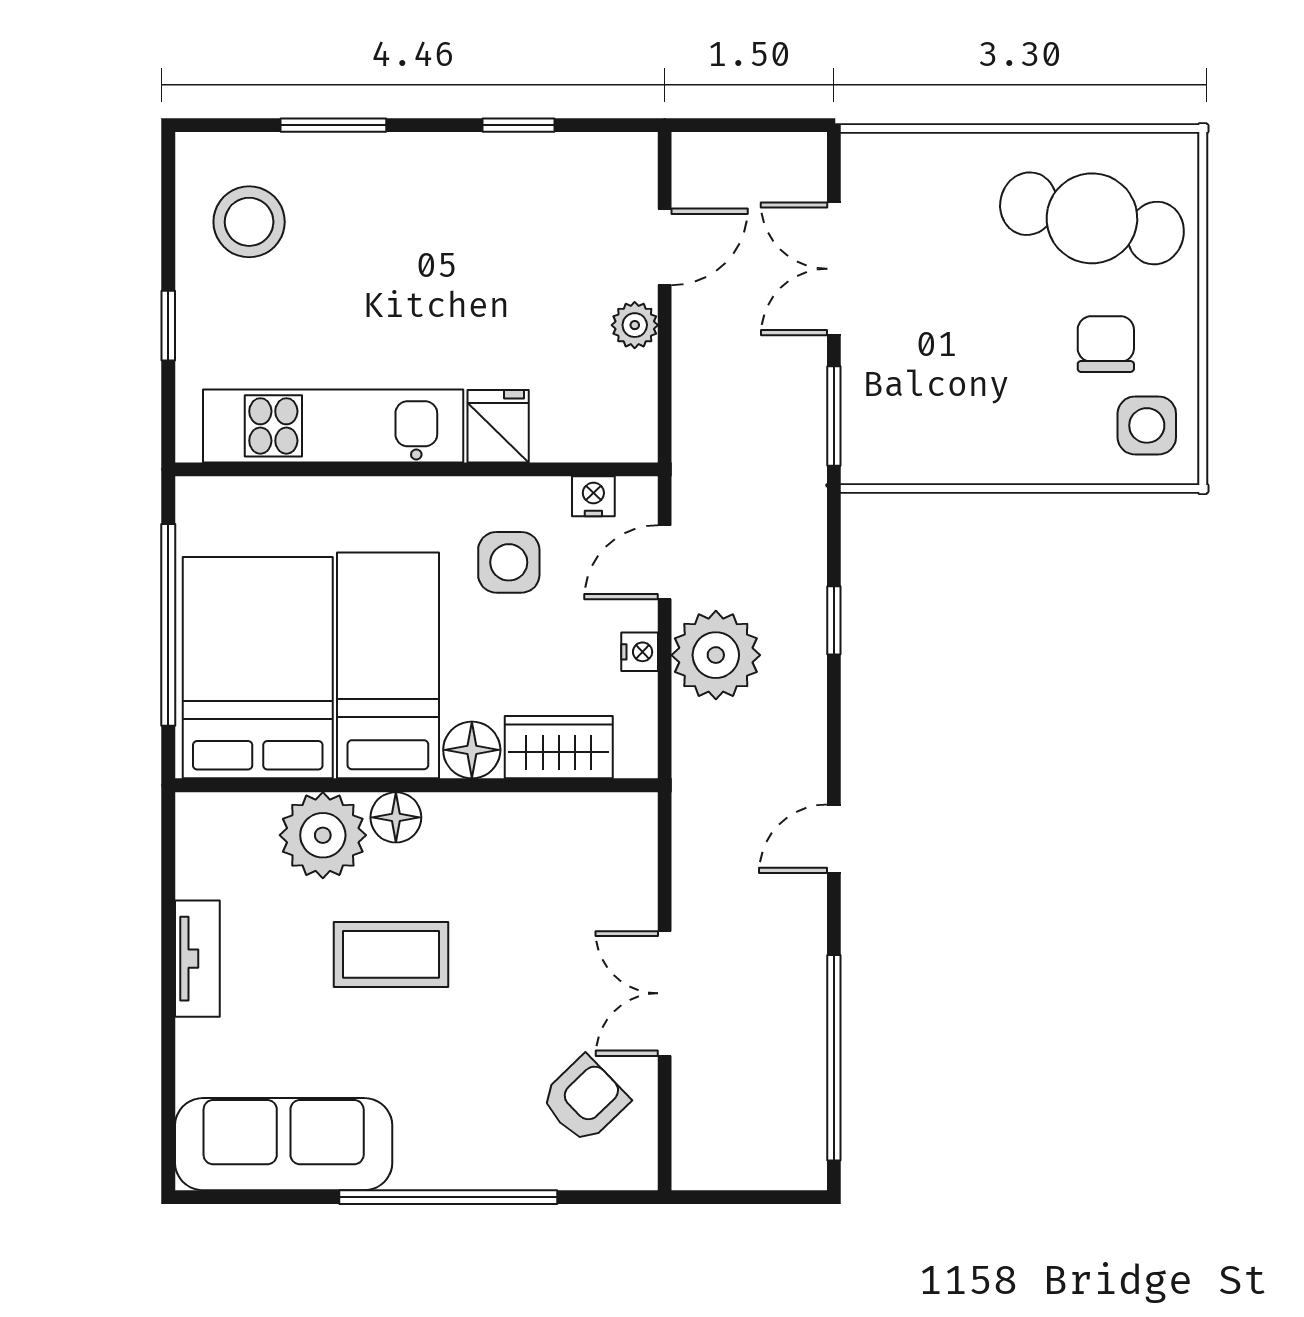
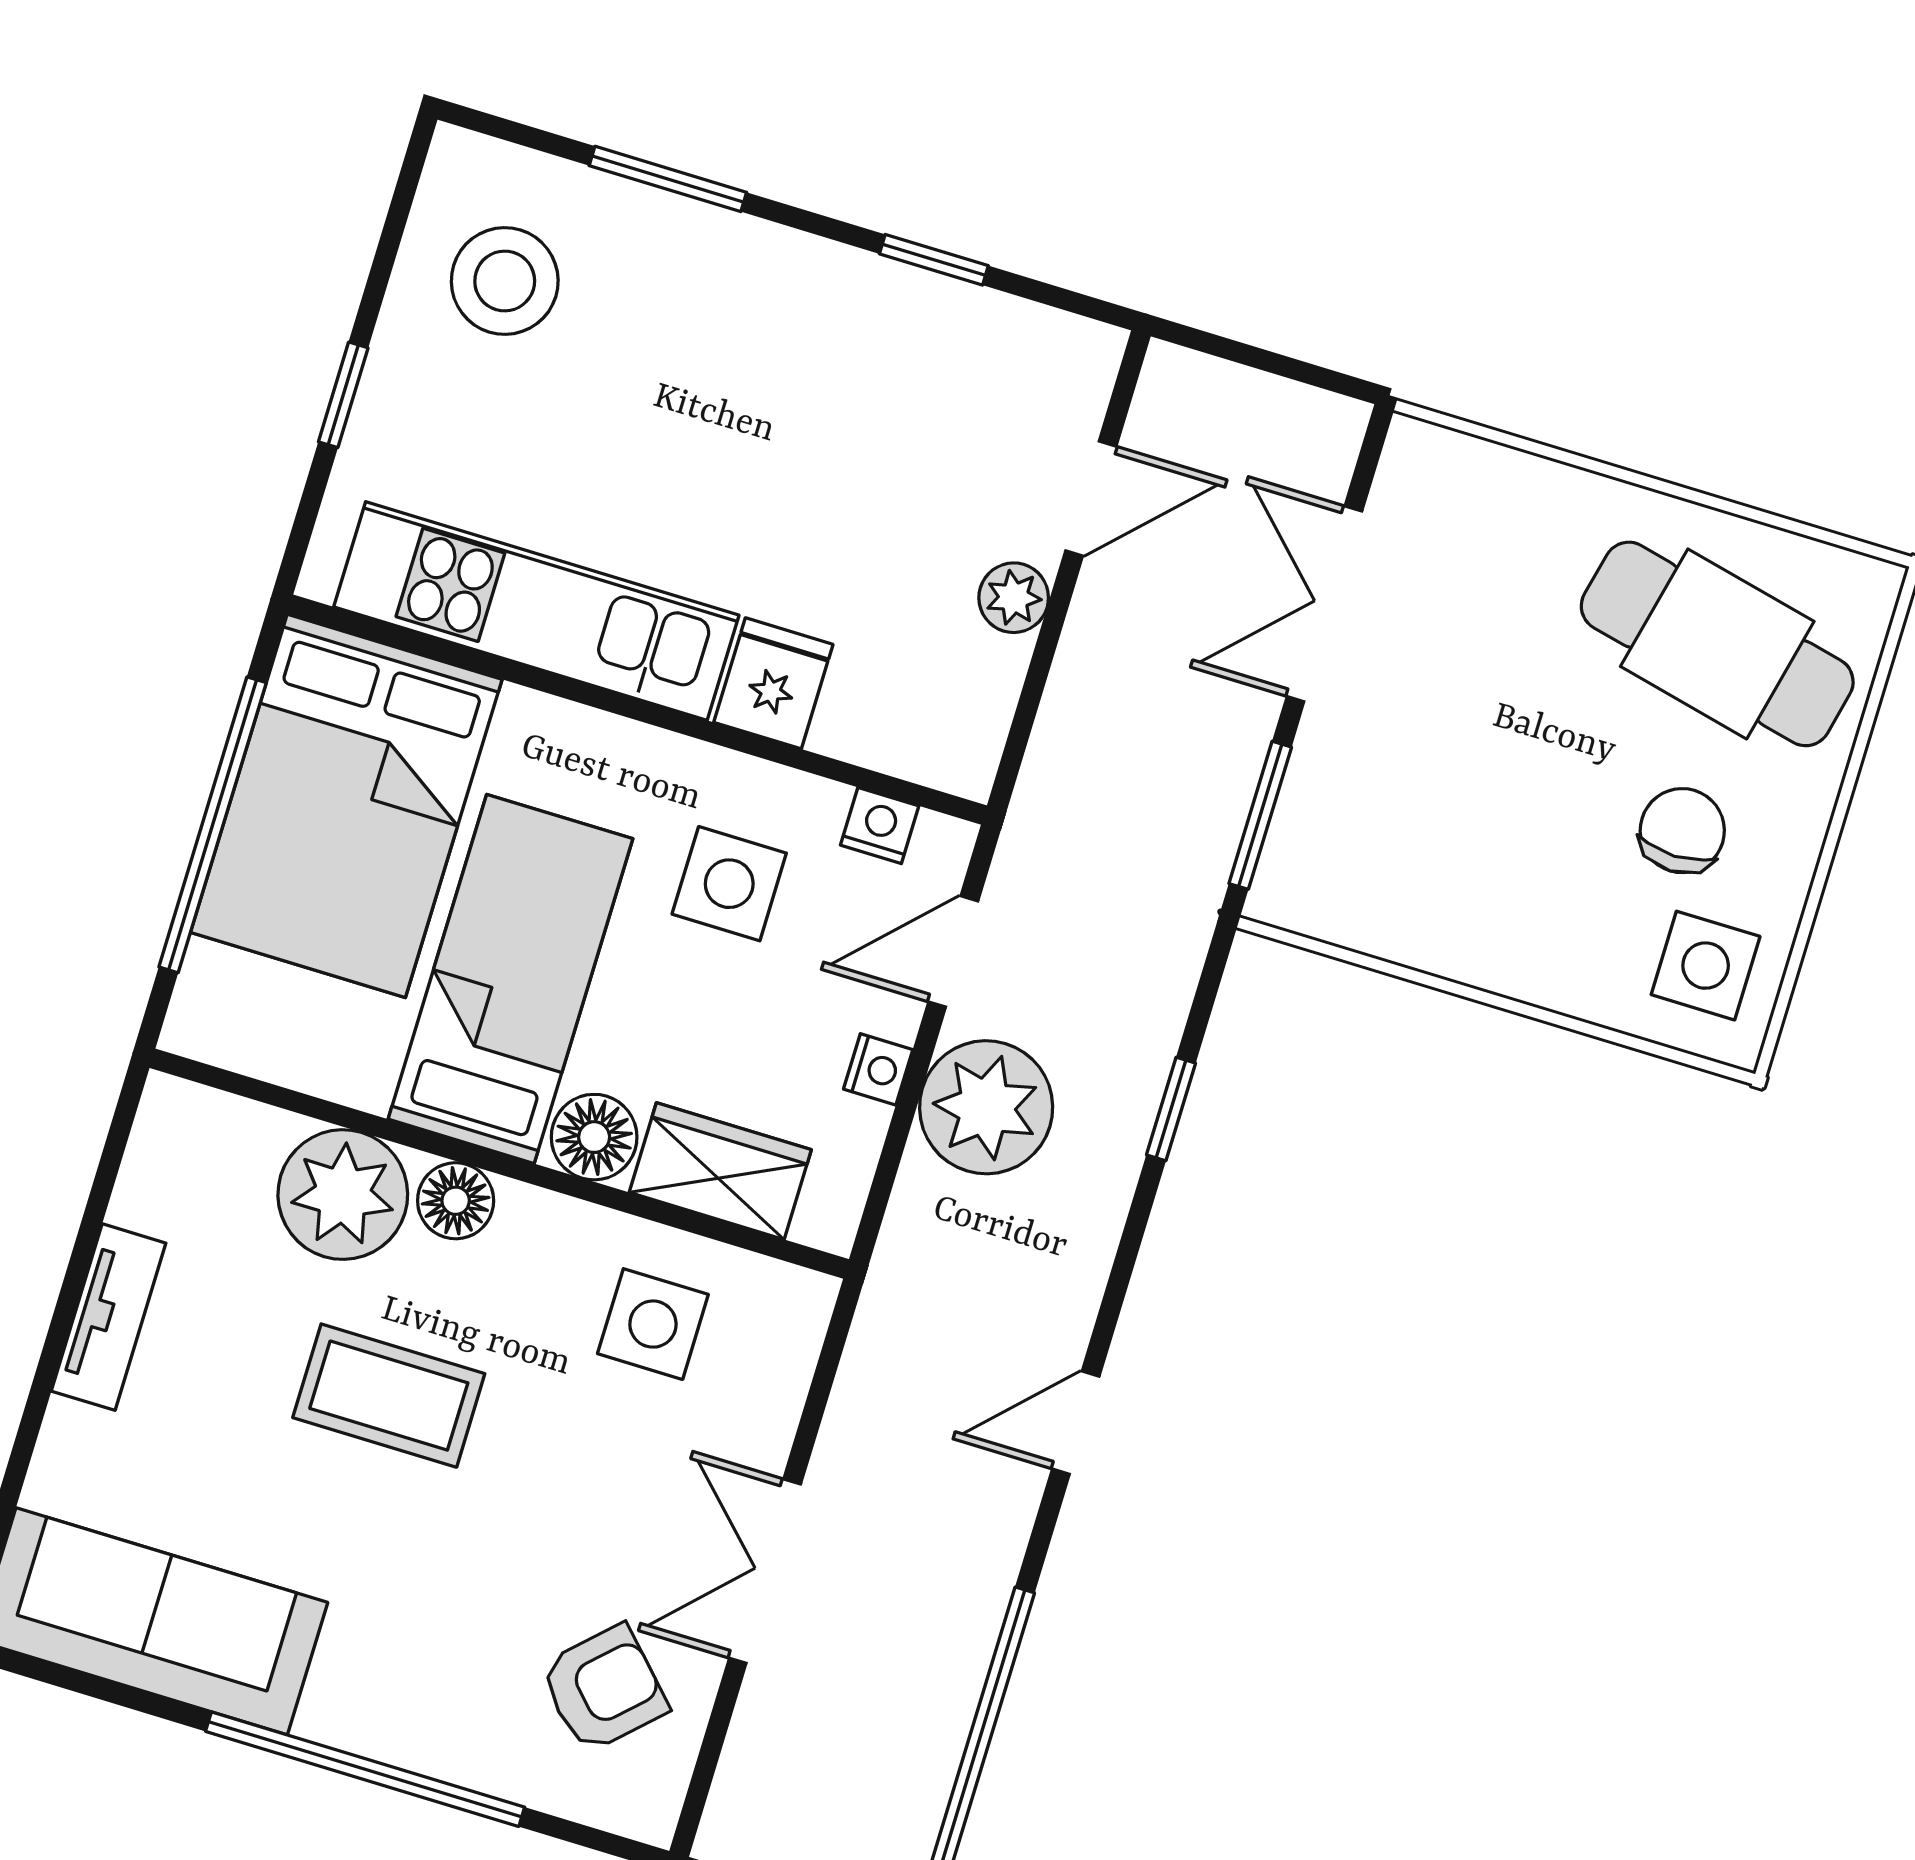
bed: (258, 668) -> (346, 806), moved, turned 180
side table: (545, 858) -> (653, 1324), added

